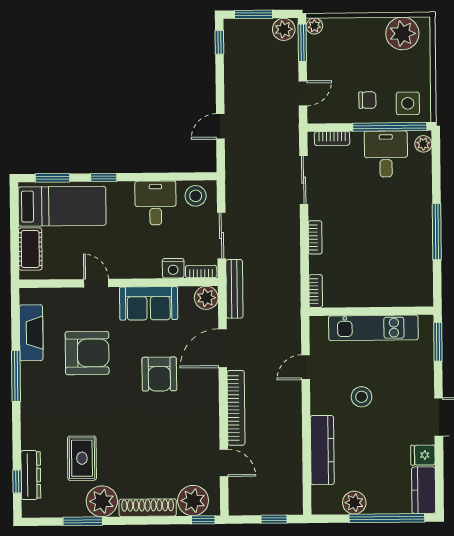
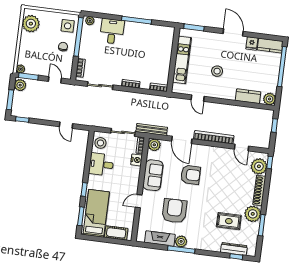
desk: (386, 154) -> (112, 31), moved, turned 90
plant: (31, 374) -> (181, 241), added
kitchen counter: (322, 450) -> (248, 96), width x0.67
door: (224, 463) -> (241, 148), swing flipped
plant: (354, 503) -> (270, 99), moved

